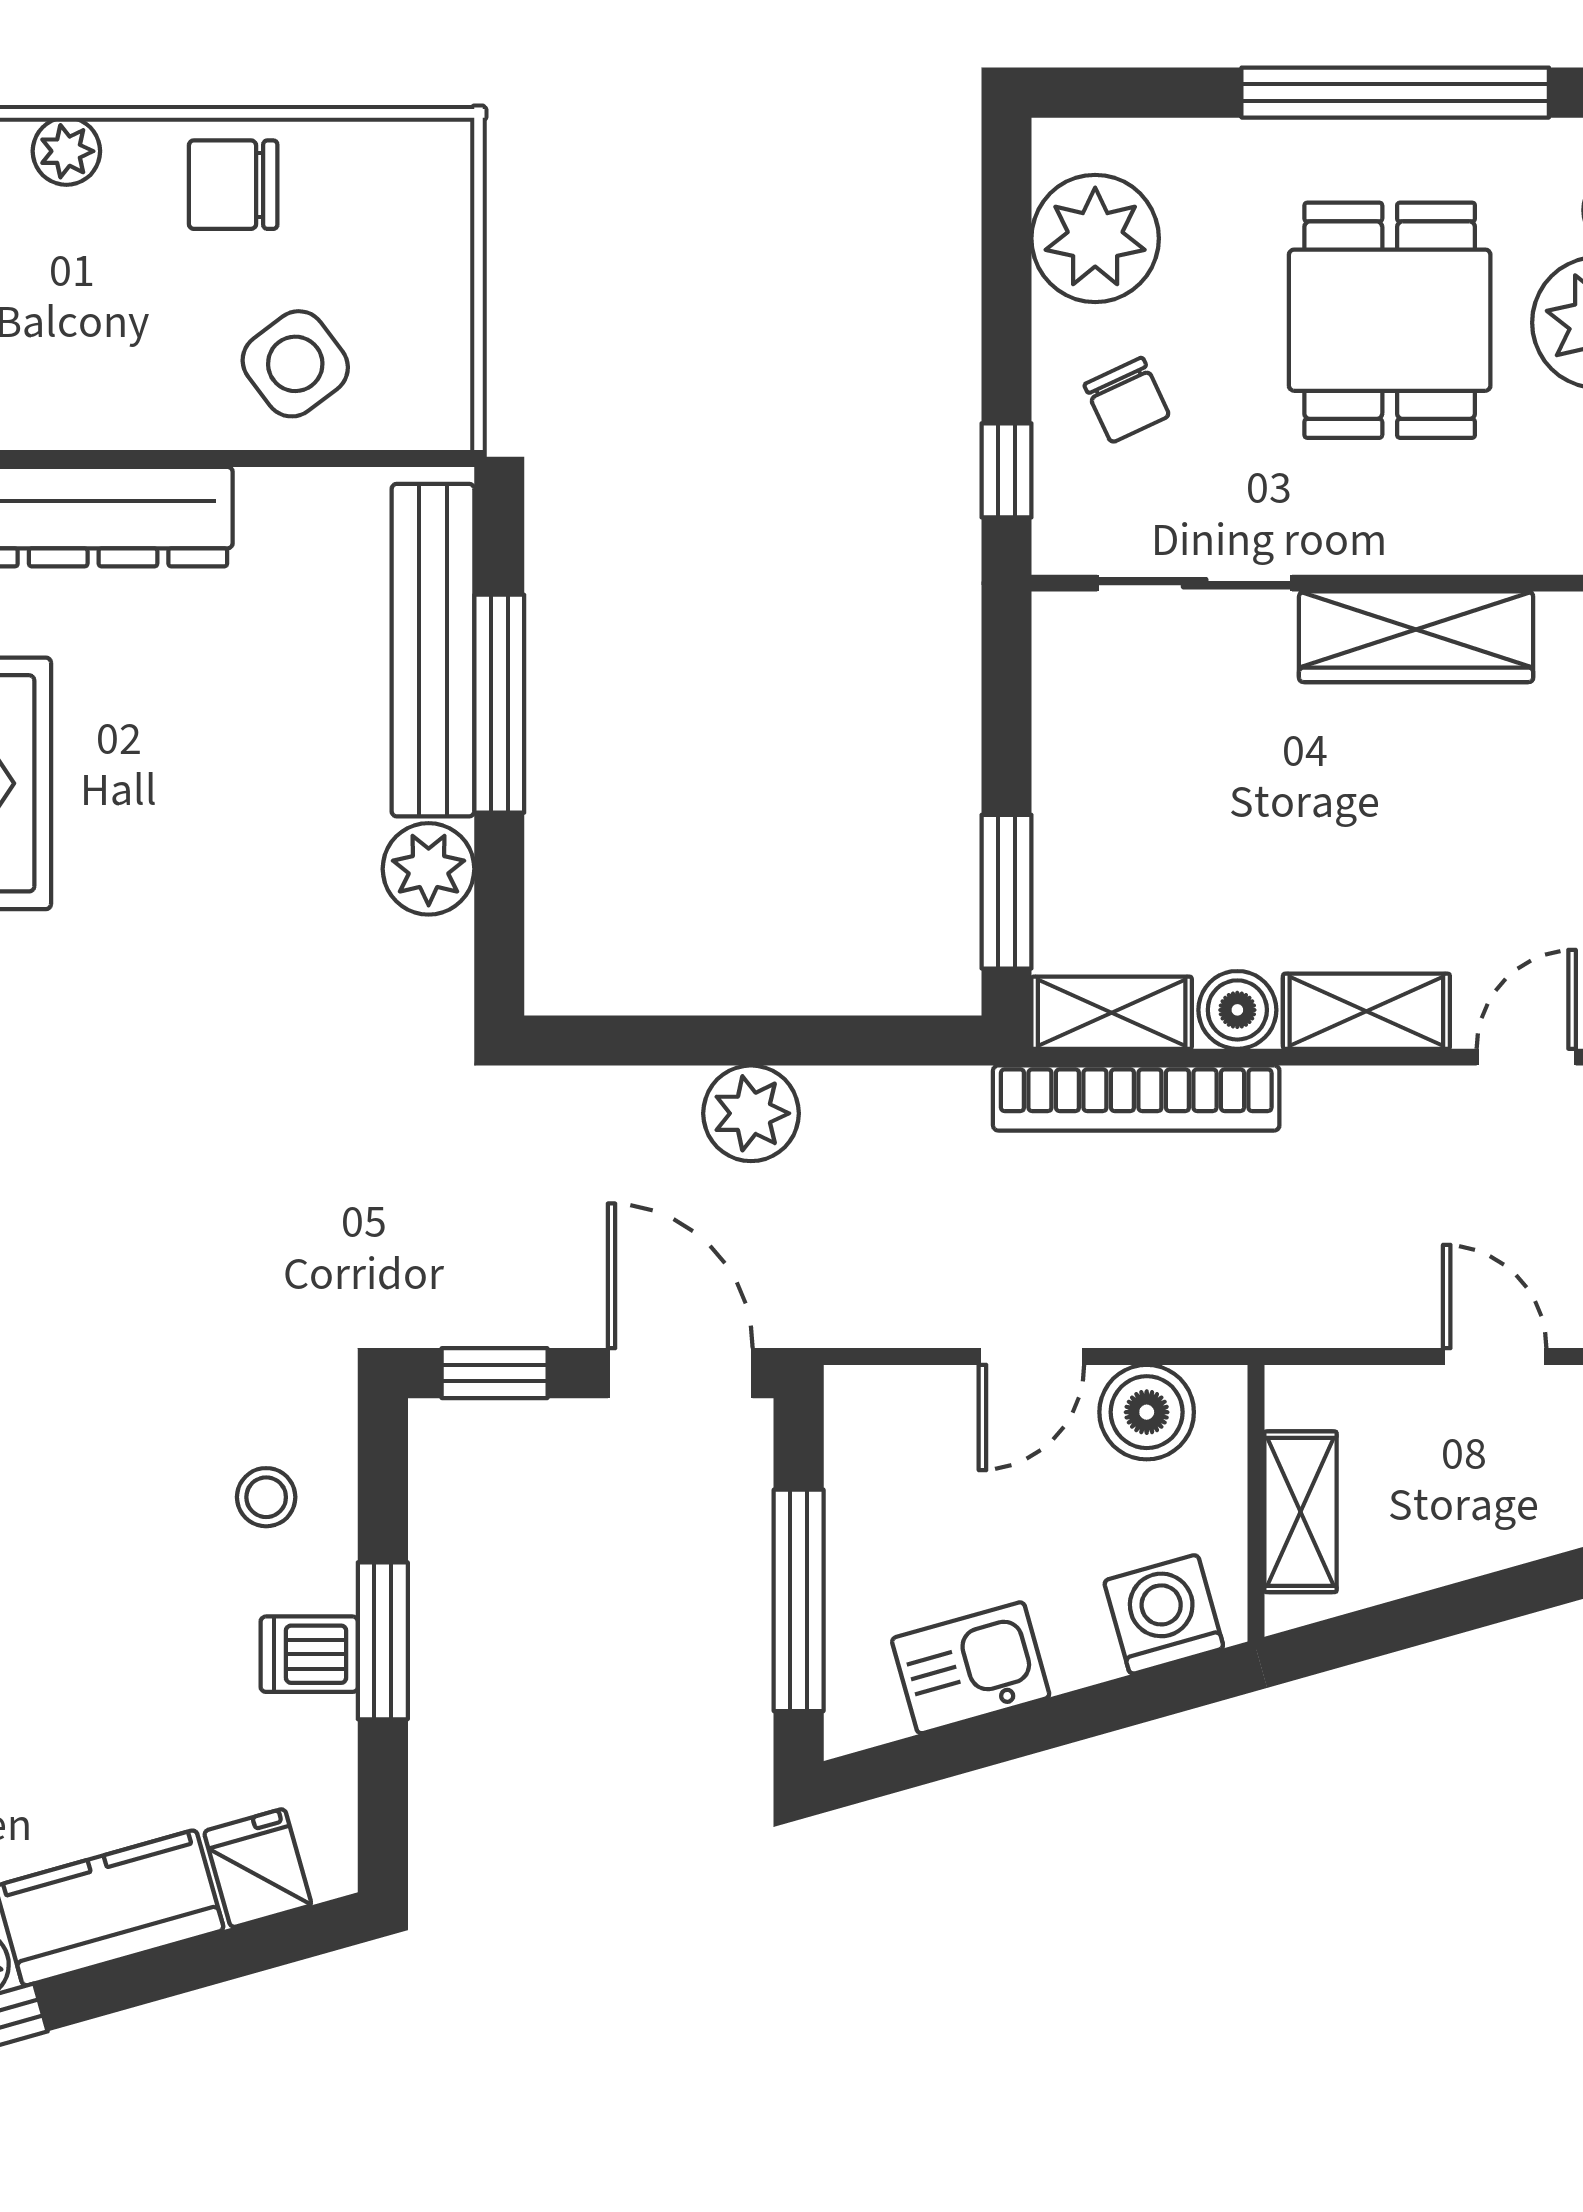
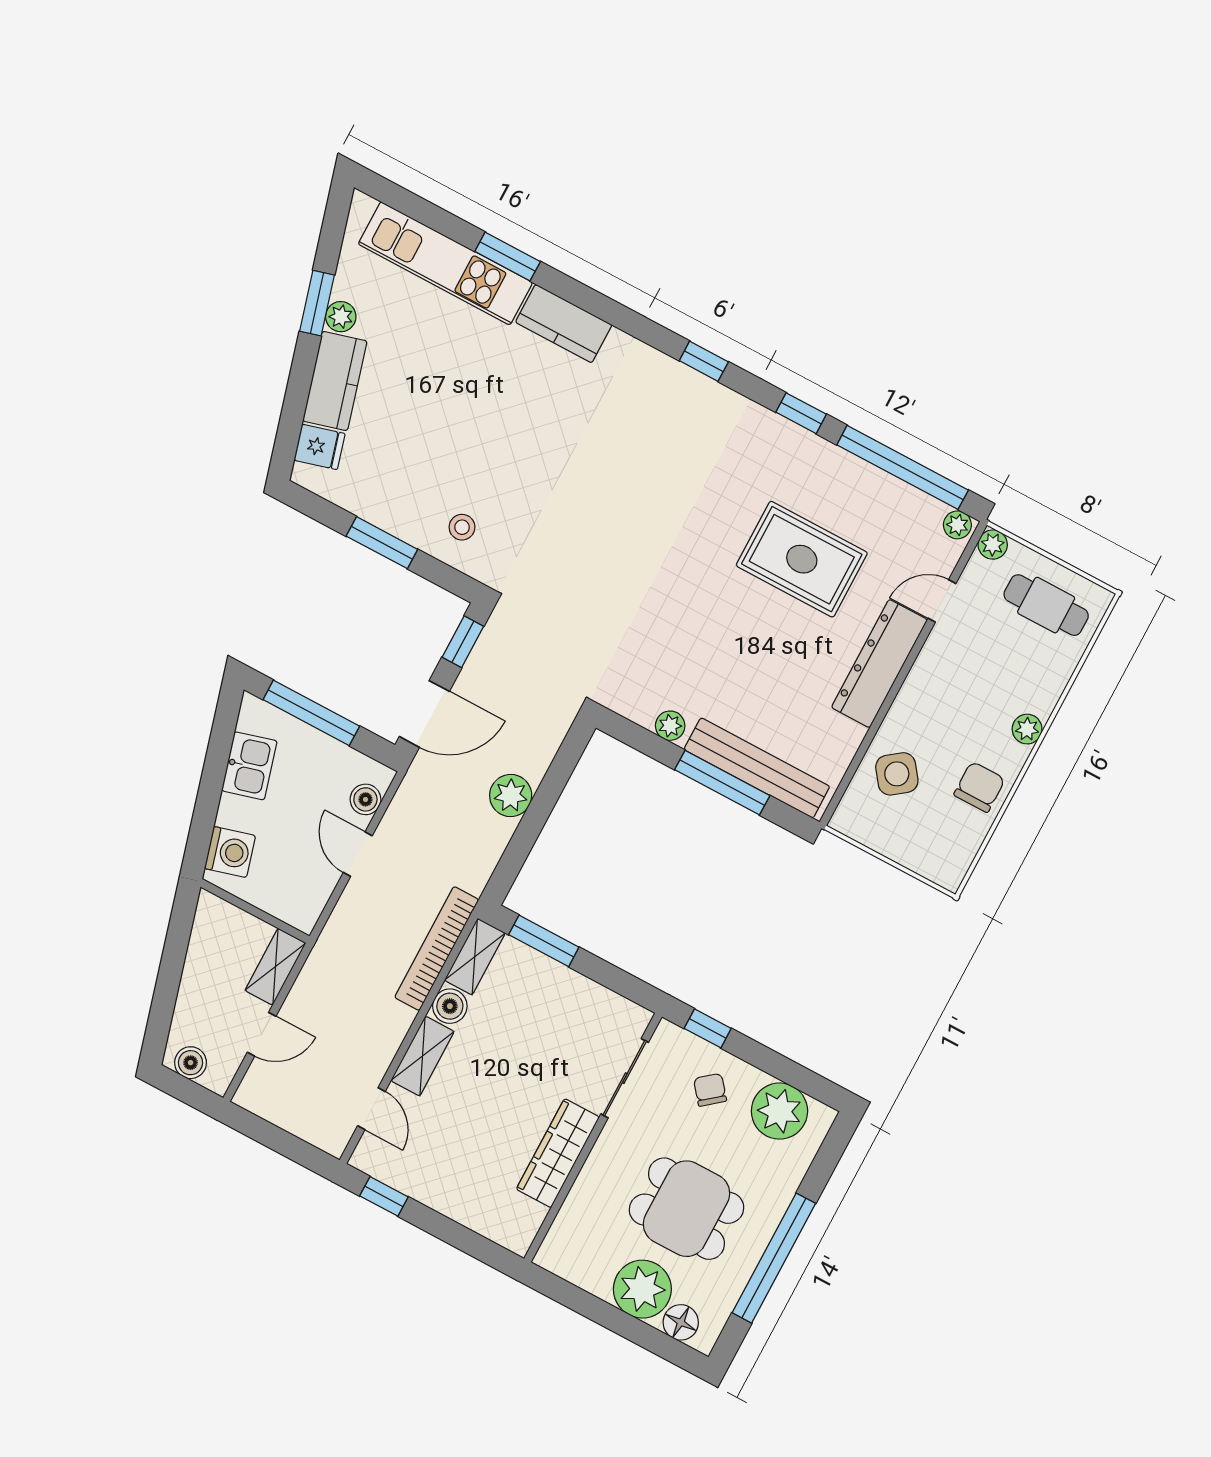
chair: (1127, 400) -> (710, 1090), turned 76
plant: (429, 869) -> (670, 726), width x0.73, depth x0.73
boiler: (1147, 1412) -> (365, 799), moved, width x0.73, depth x0.73
shelving: (1300, 1512) -> (275, 967), moved, turned 90
dishwasher: (309, 1654) -> (392, 511), removed

